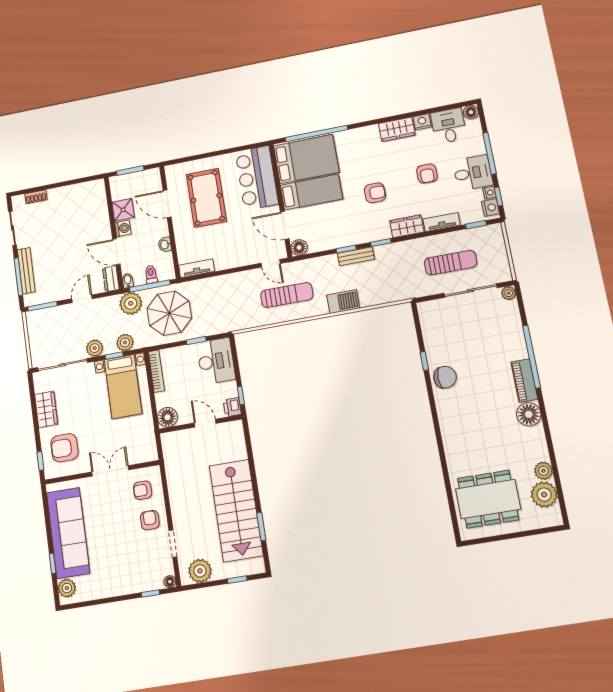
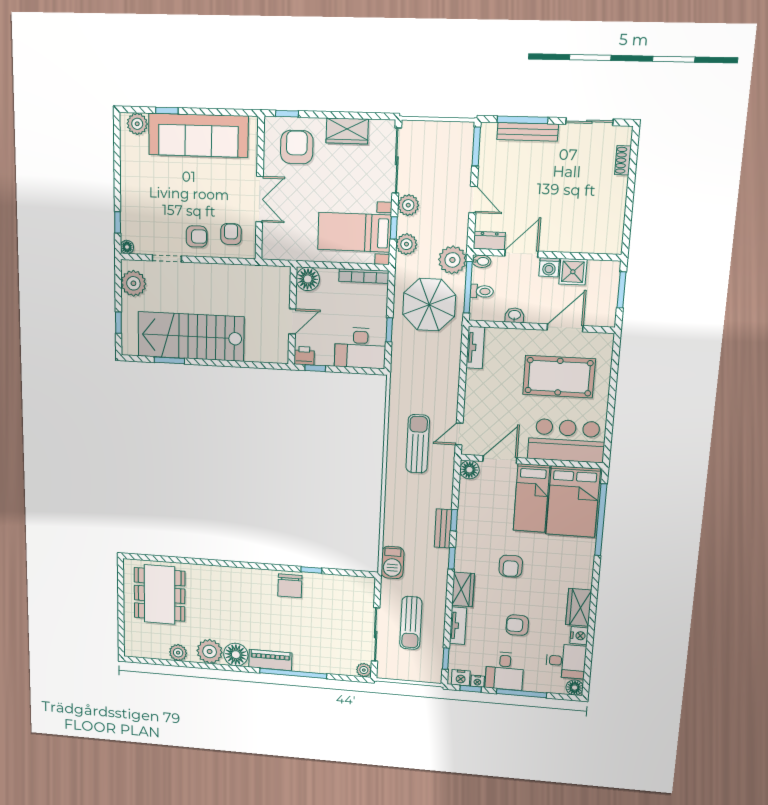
sun lounger: (287, 295) -> (418, 444), turned 180
barbecue: (343, 302) -> (392, 562), moved
plant: (544, 495) -> (210, 651), moved

